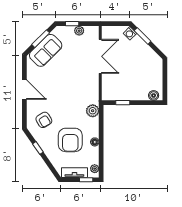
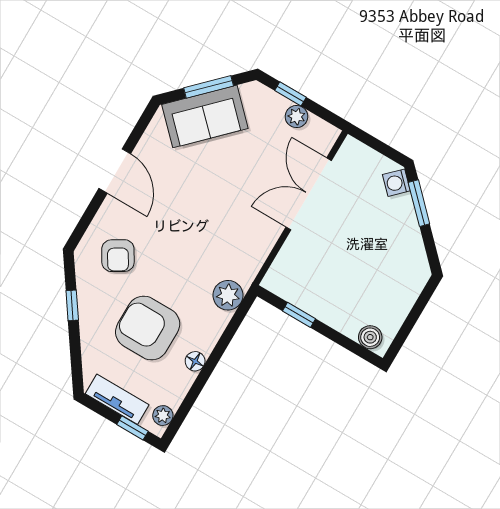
double door: (100, 56) -> (309, 194), swing flipped
armchair: (70, 140) -> (148, 328), turned 90

